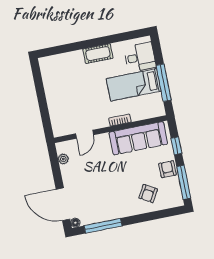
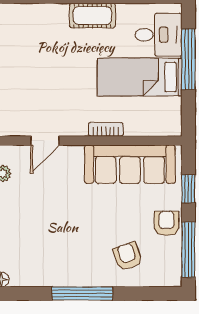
window: (164, 83) -> (188, 59), moved
armchair: (148, 194) -> (128, 256), turned 131
window: (103, 226) -> (82, 293), moved

